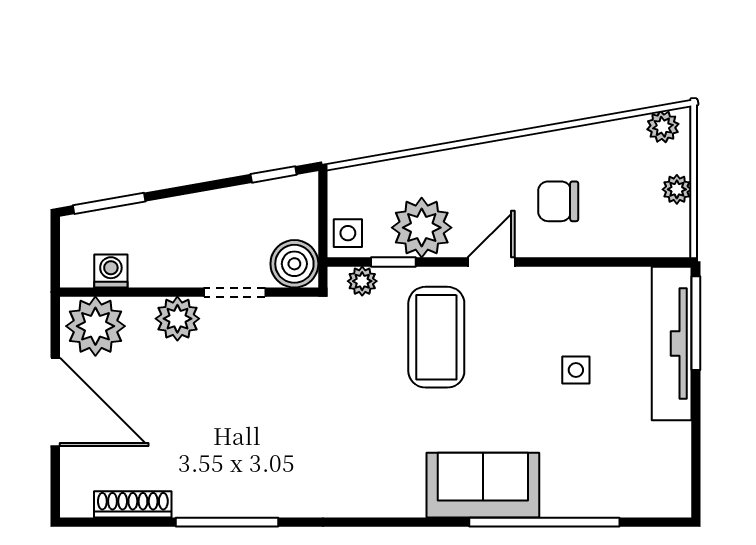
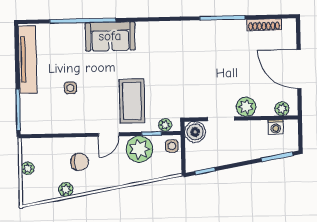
plant: (663, 127) -> (66, 189), moved
plant: (95, 326) -> (282, 109), width x0.53, depth x0.53
tv unit: (672, 343) -> (28, 60), moved

